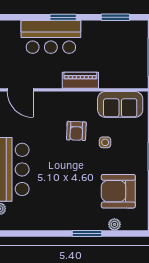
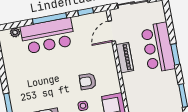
piano: (80, 80) -> (125, 58), moved

